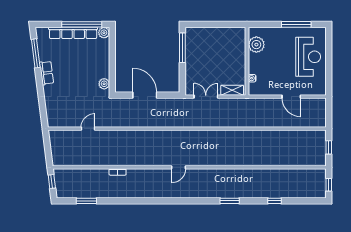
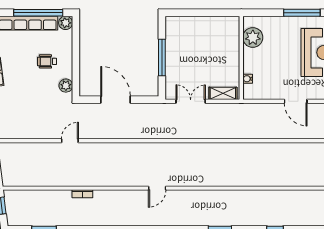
window: (182, 48) -> (162, 58), moved
wheelchair: (89, 64) -> (47, 61), added
door: (88, 129) -> (70, 141), moved

